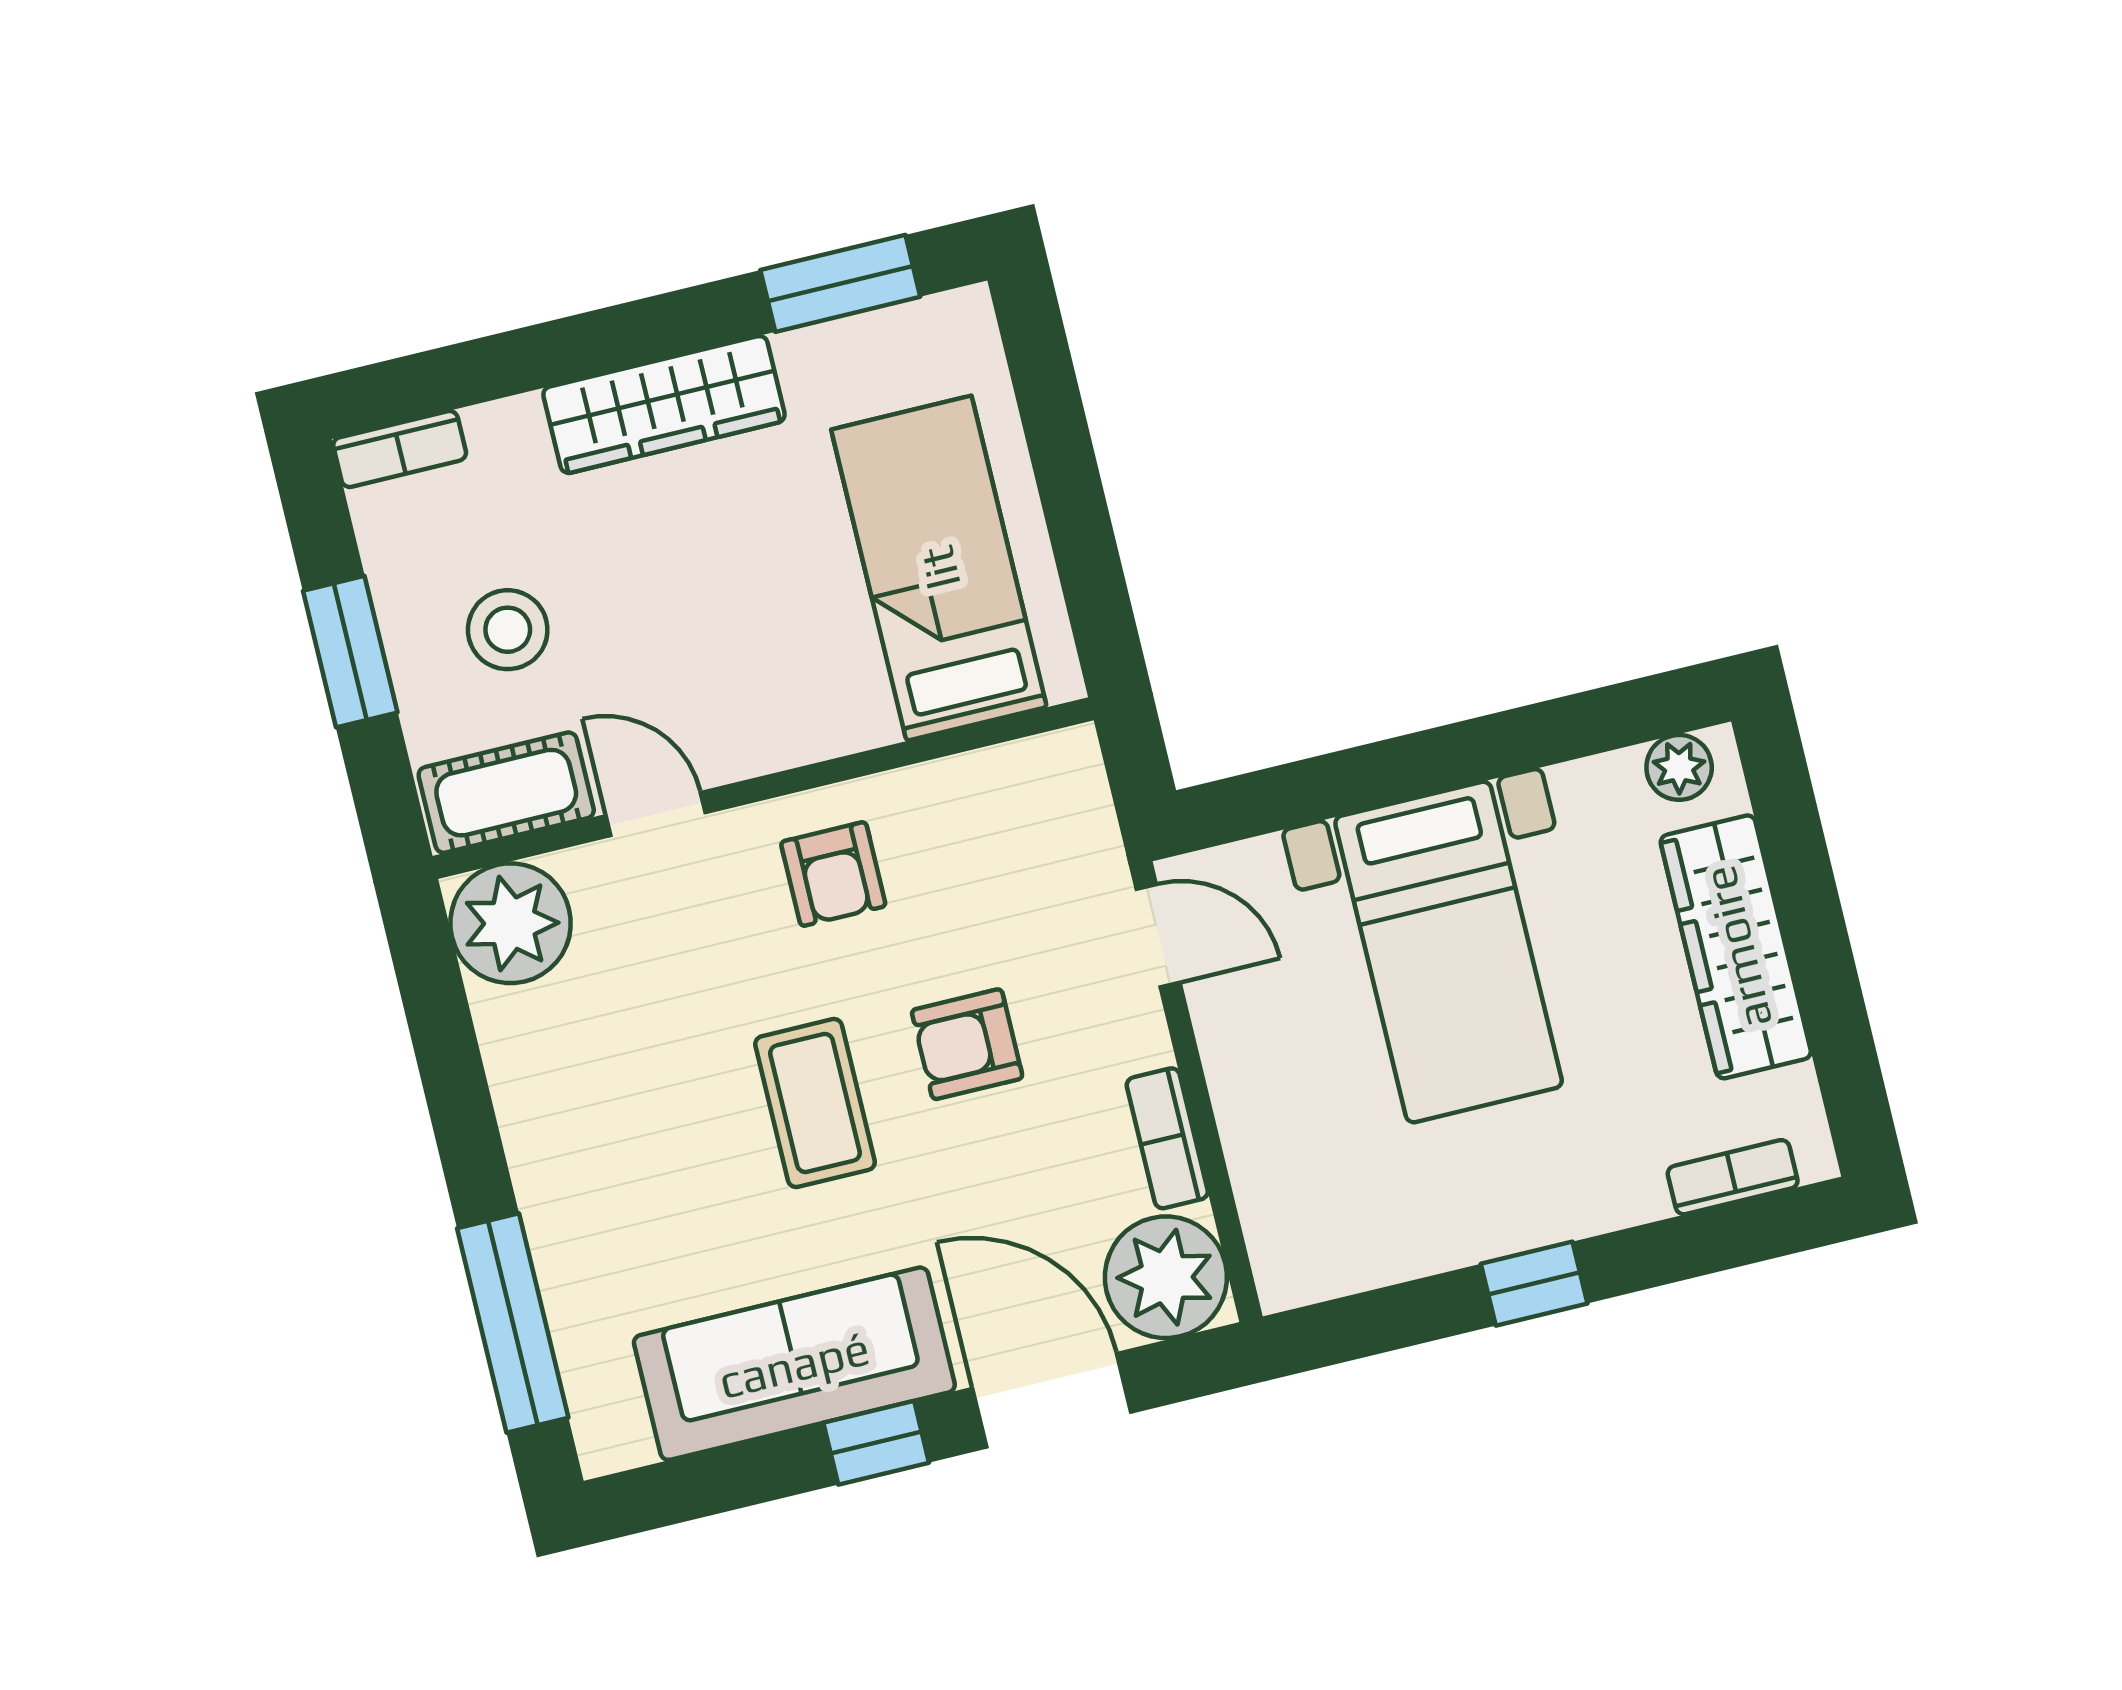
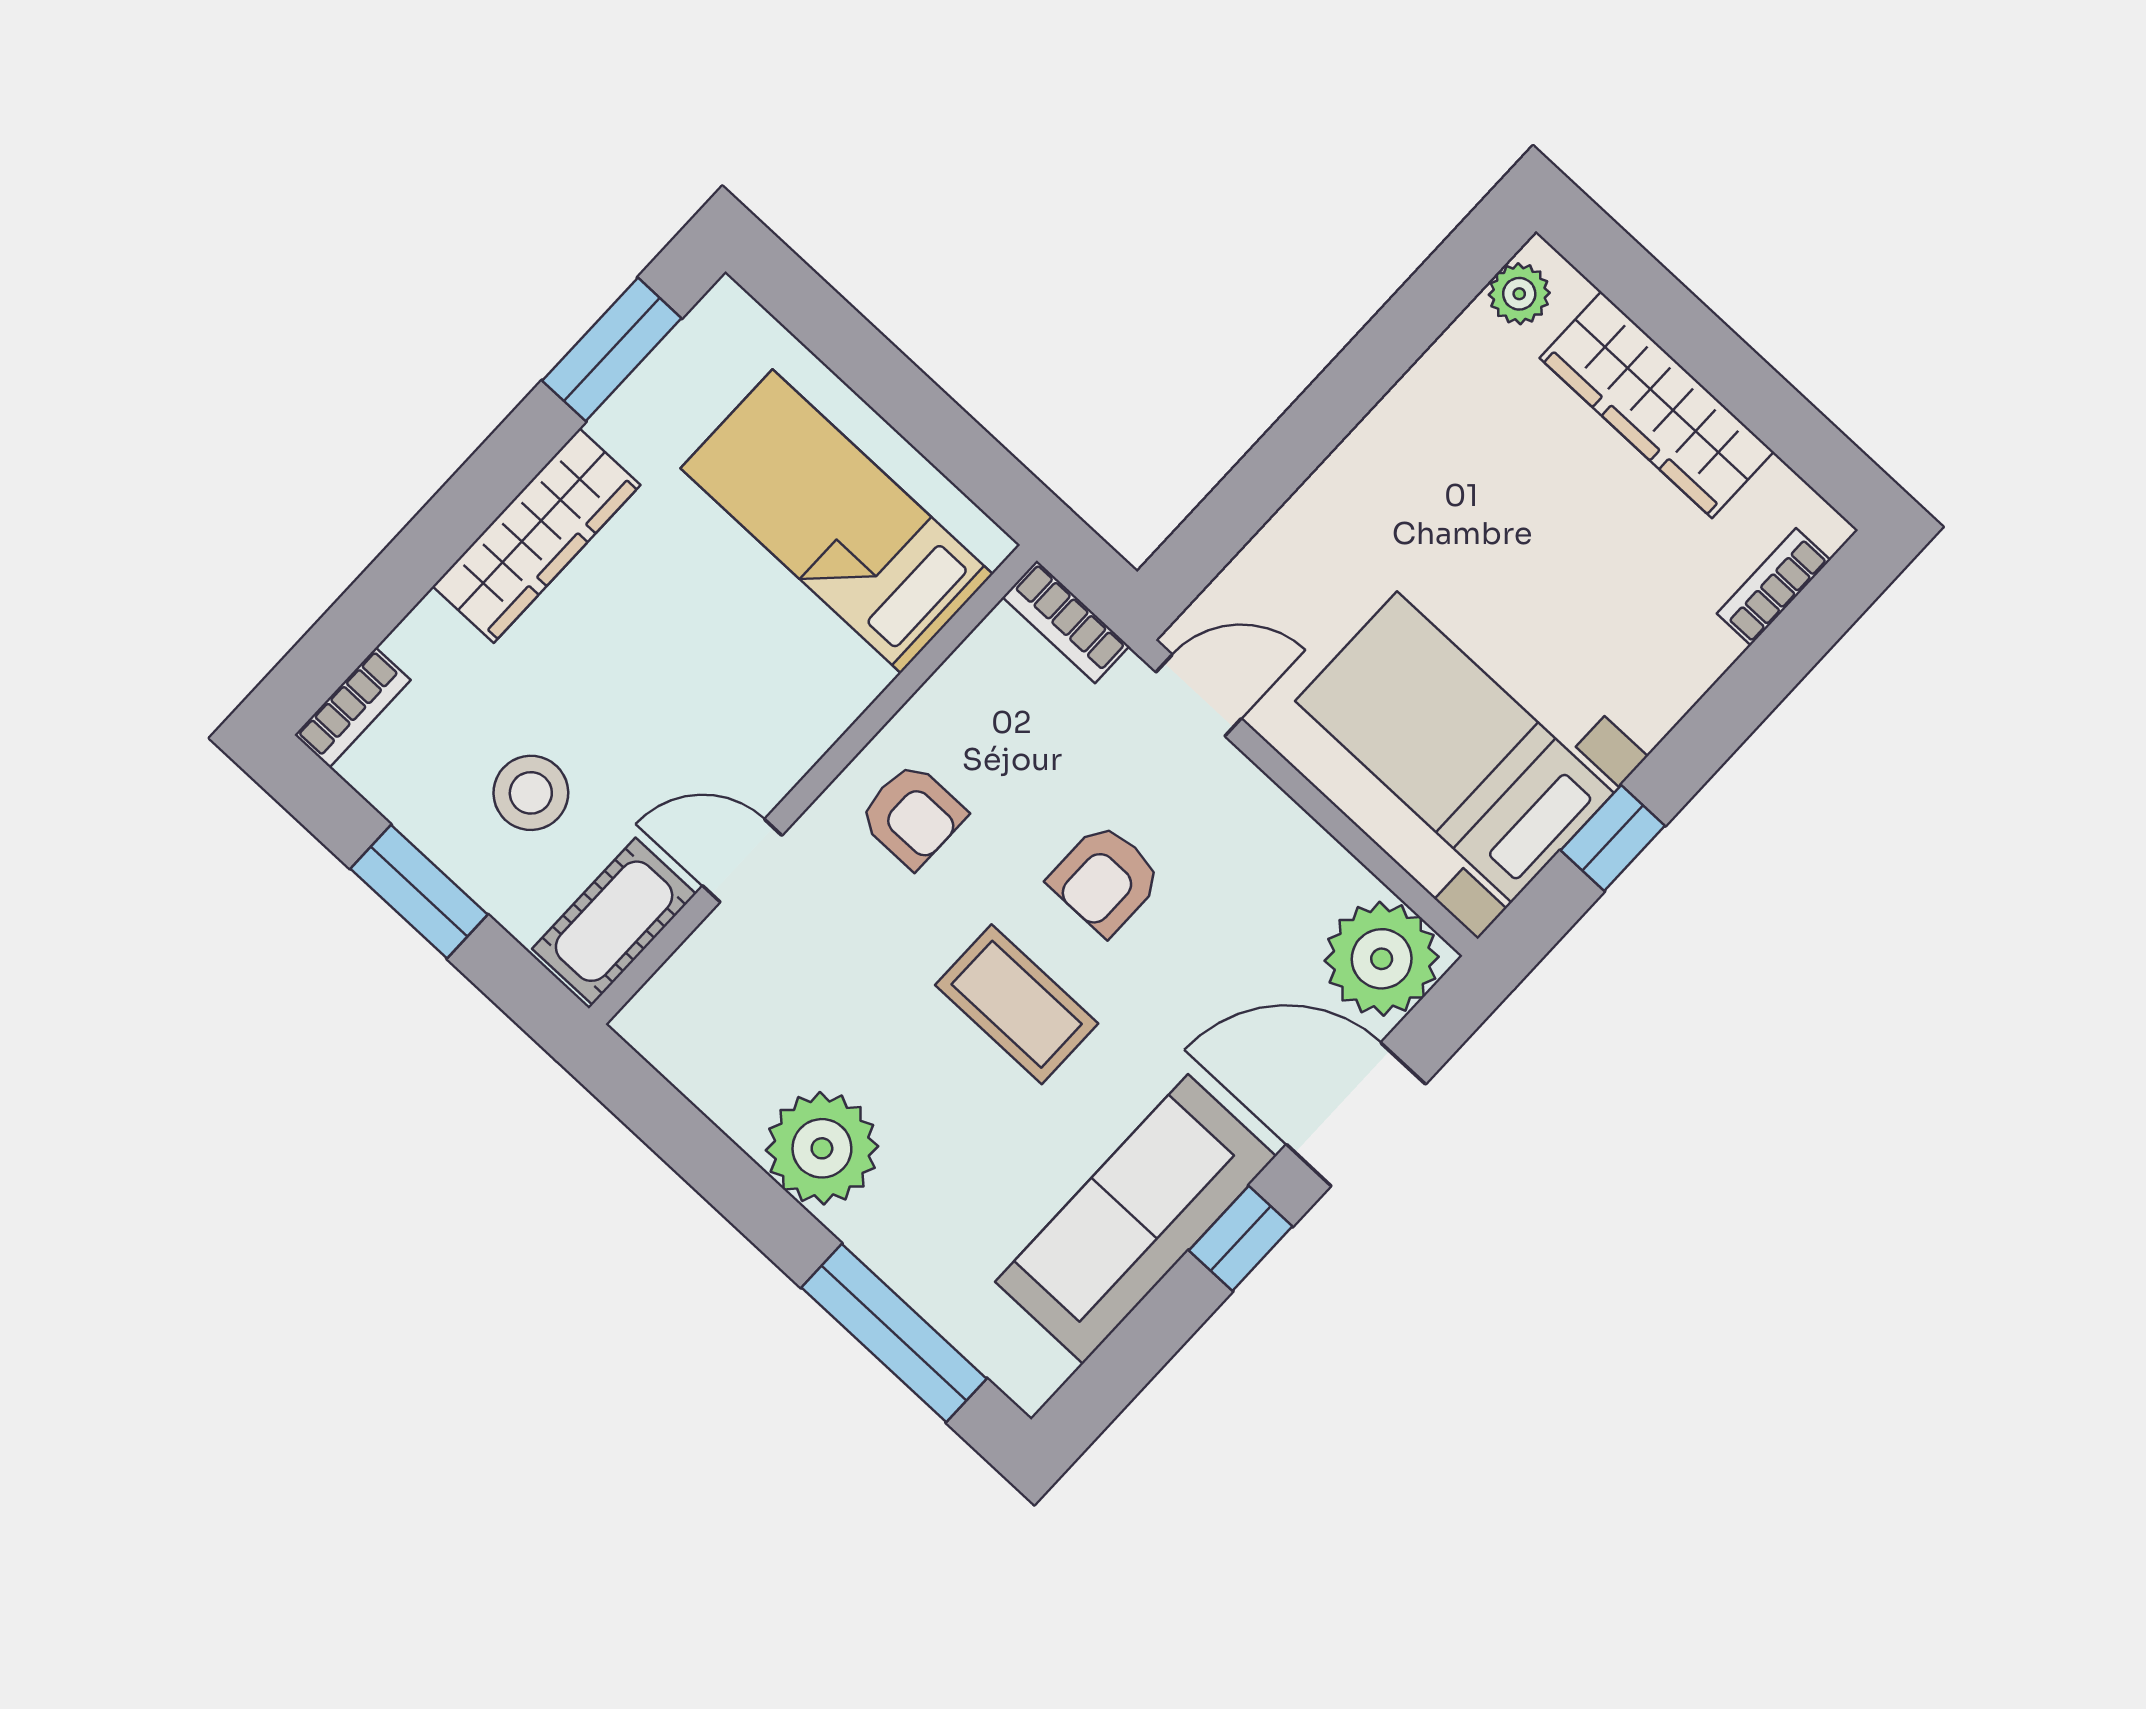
plant: (511, 923) -> (822, 1148), moved
bed with nightstands: (1449, 952) -> (1454, 747), moved, turned 180
bookcase: (1167, 1138) -> (1066, 622), moved
window: (1534, 1284) -> (1613, 838), moved

